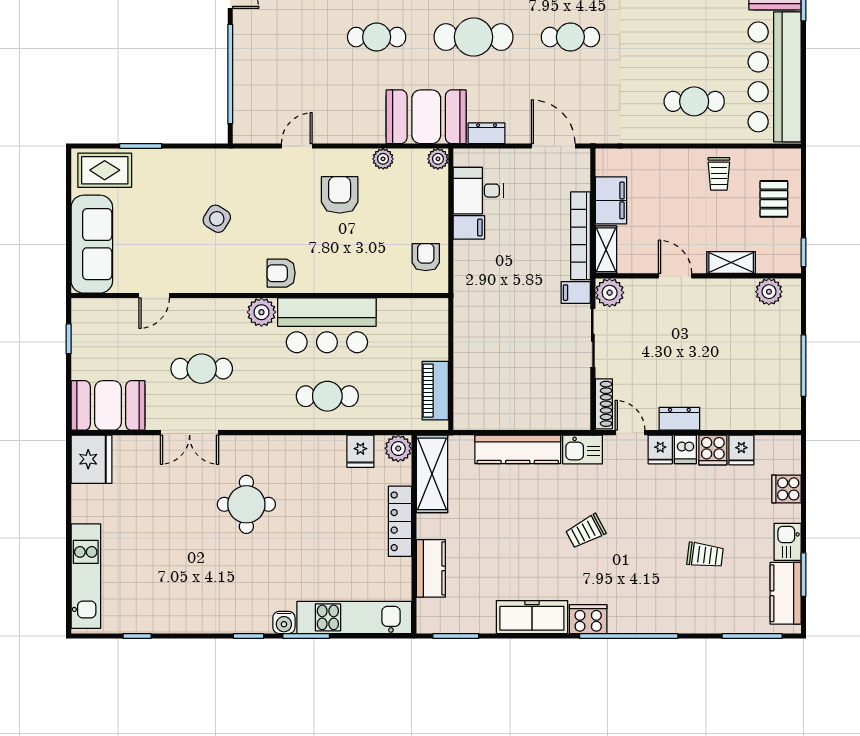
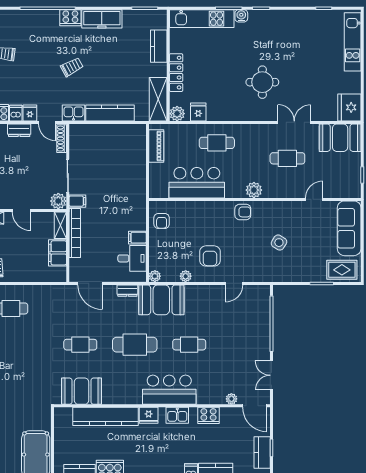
bar counter: (327, 325) -> (197, 183), moved

